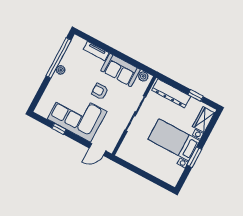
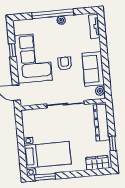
tv unit: (96, 51) -> (94, 27), moved
window: (59, 58) -> (53, 14), moved
bed with nightstands: (174, 140) -> (48, 155), moved, turned 90
window: (194, 157) -> (45, 177), moved

